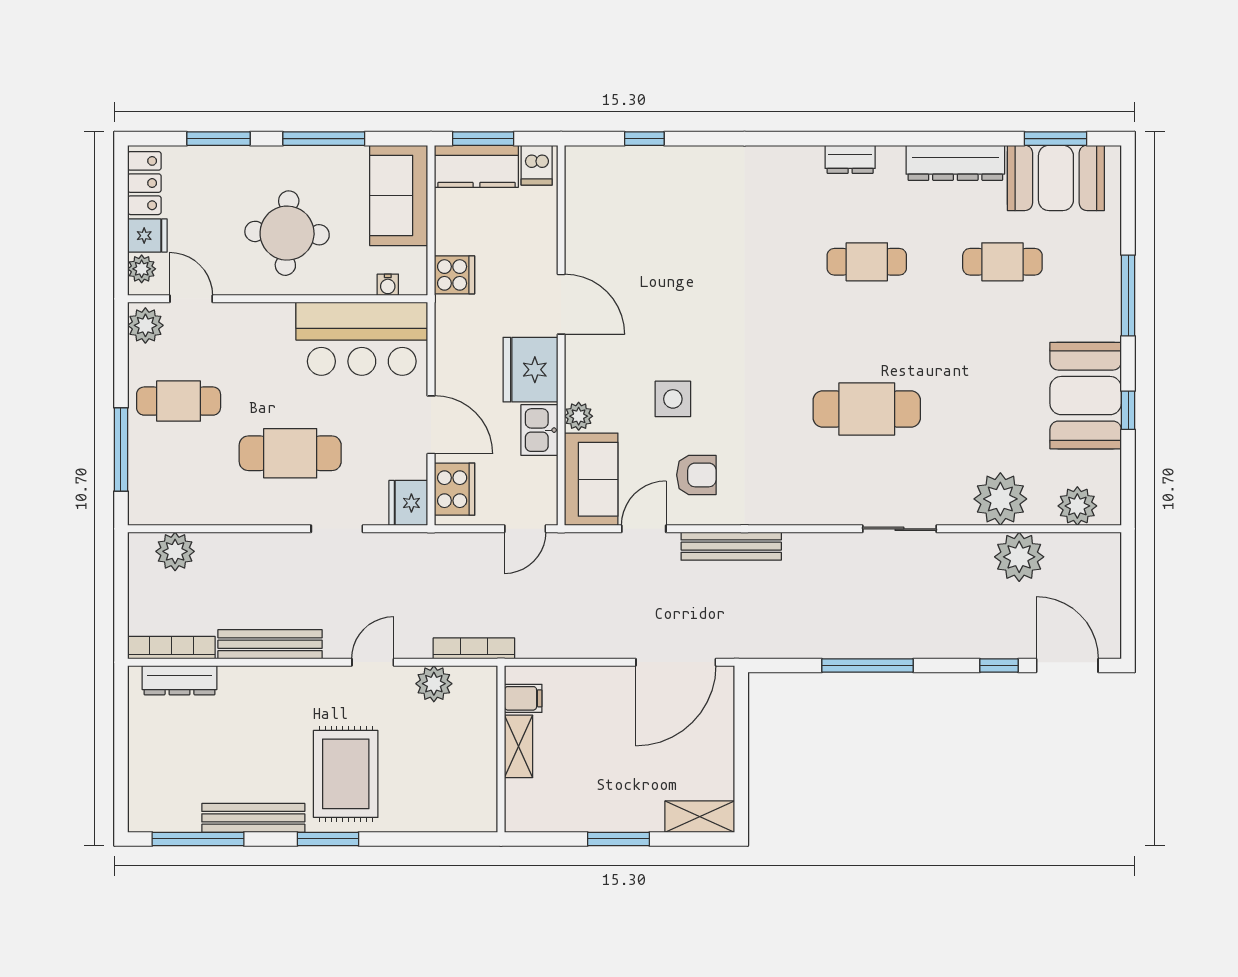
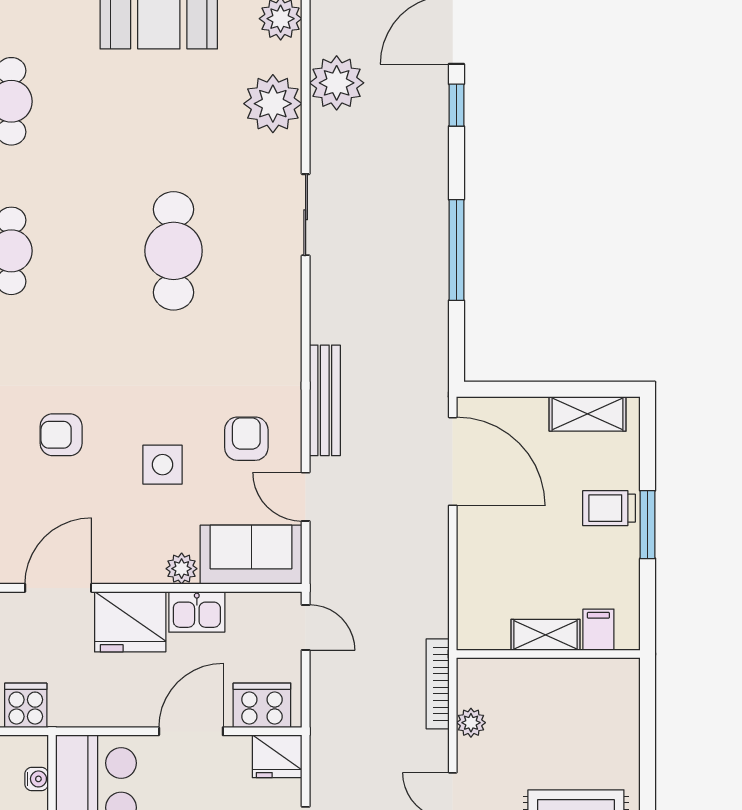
armchair: (700, 307) -> (61, 435), added
plant: (434, 684) -> (471, 723), width x0.73, depth x0.73
filing cabinet: (523, 698) -> (598, 630), moved
trolley: (633, 804) -> (609, 508), added
shelving: (700, 817) -> (588, 414), moved, turned 90

